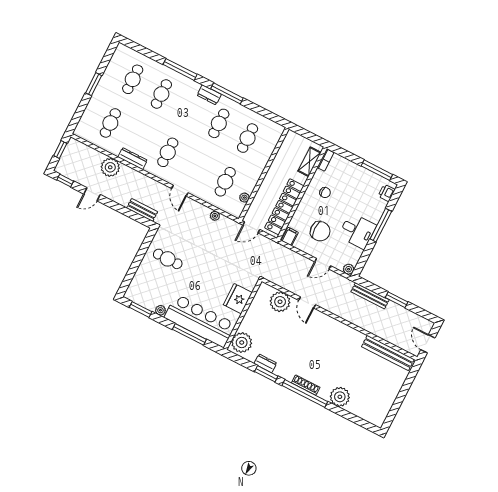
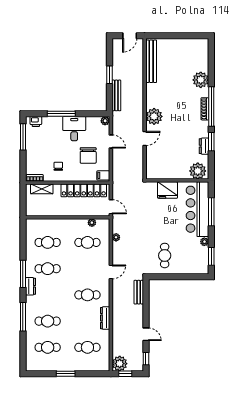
plant: (110, 167) -> (120, 364), moved
chair: (320, 231) -> (88, 155), turned 180
plant: (280, 302) -> (154, 116), moved

